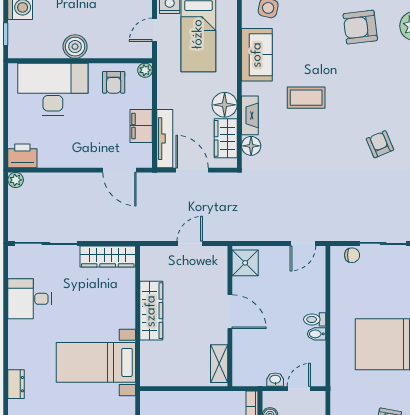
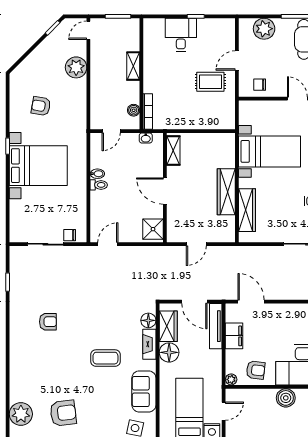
armchair: (114, 82) -> (256, 370), turned 97
armchair: (380, 144) -> (48, 322), turned -67
wardrobe: (108, 256) -> (247, 210), moved, turned 90
washbasin: (275, 380) -> (146, 138), moved

